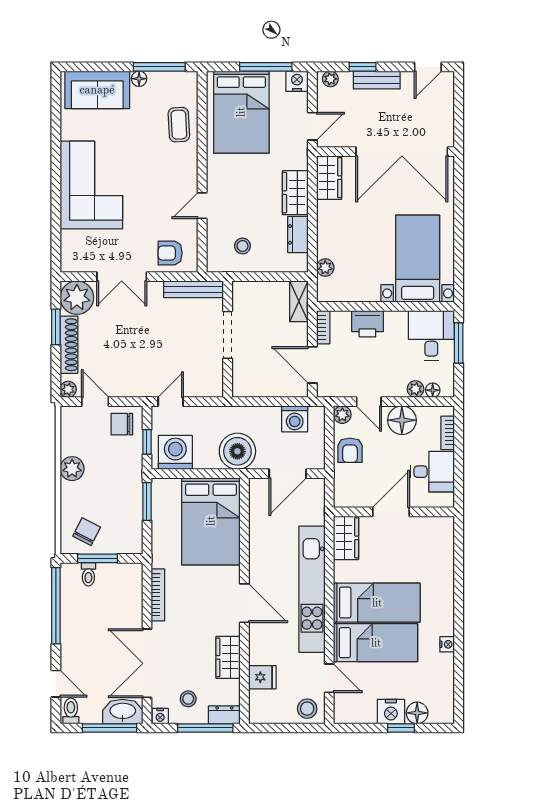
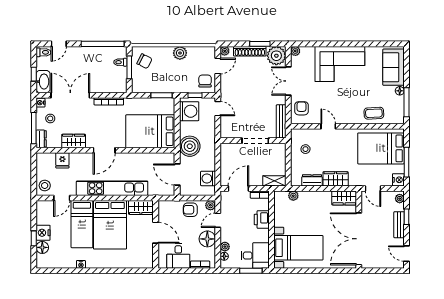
plant: (68, 264) -> (295, 51), added
bed: (377, 603) -> (110, 225), width x1.50
window: (109, 728) -> (34, 74), width x0.46

